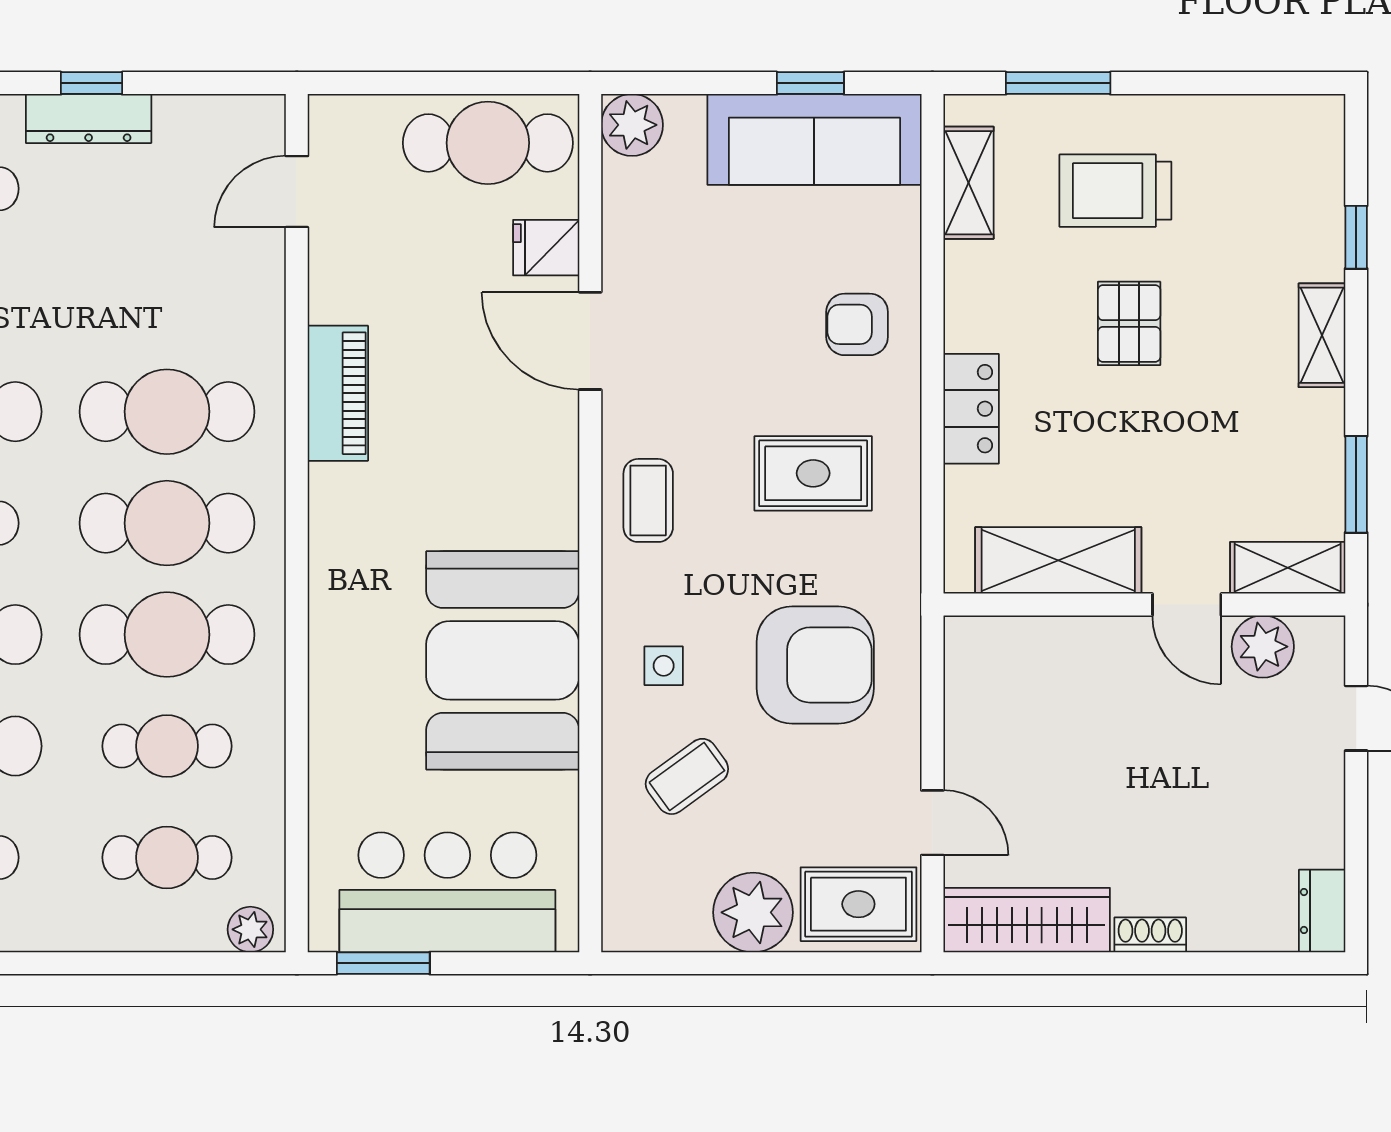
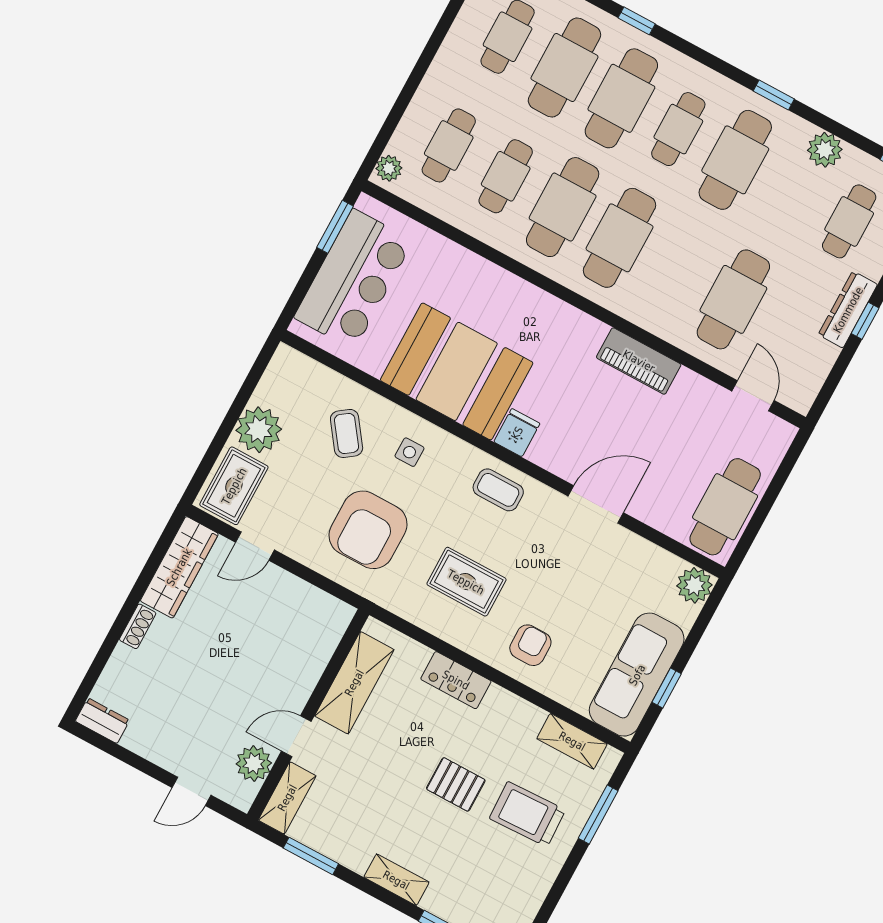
trolley: (1115, 191) -> (527, 814), turned -92
fridge: (546, 248) -> (517, 433), moved
cafe table: (167, 412) -> (733, 299), moved
rug: (813, 473) -> (466, 582), turned 90

